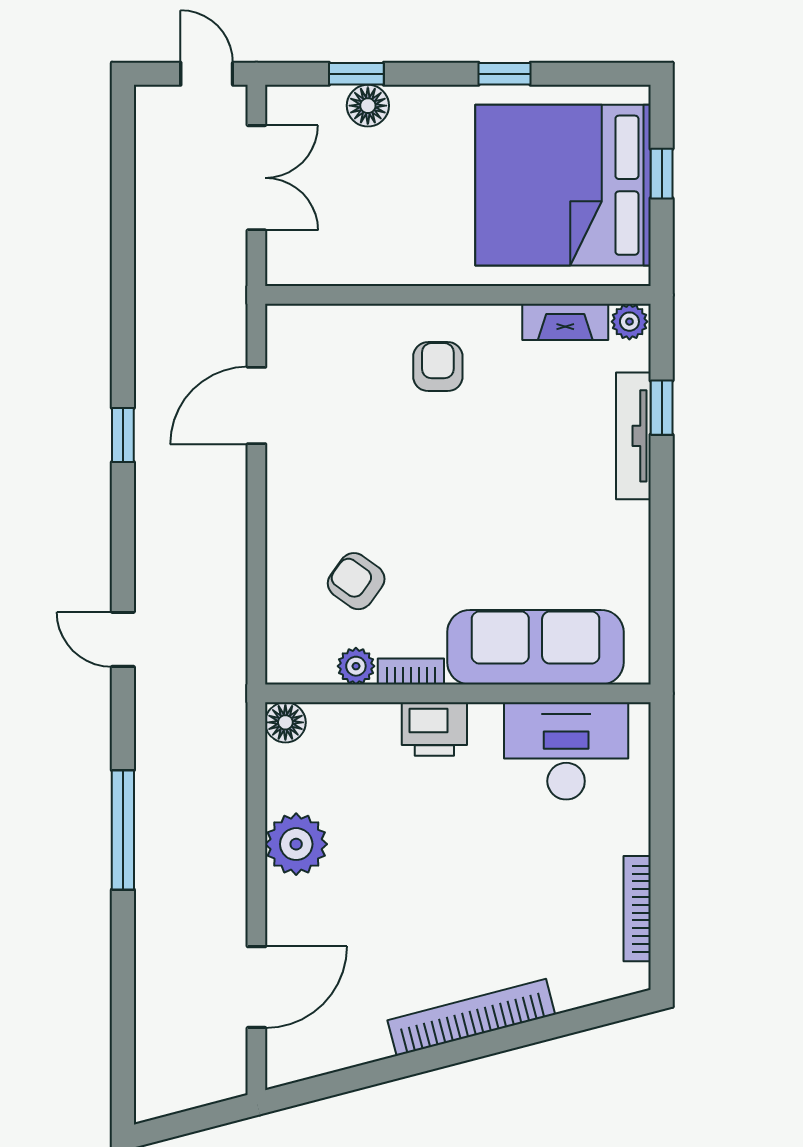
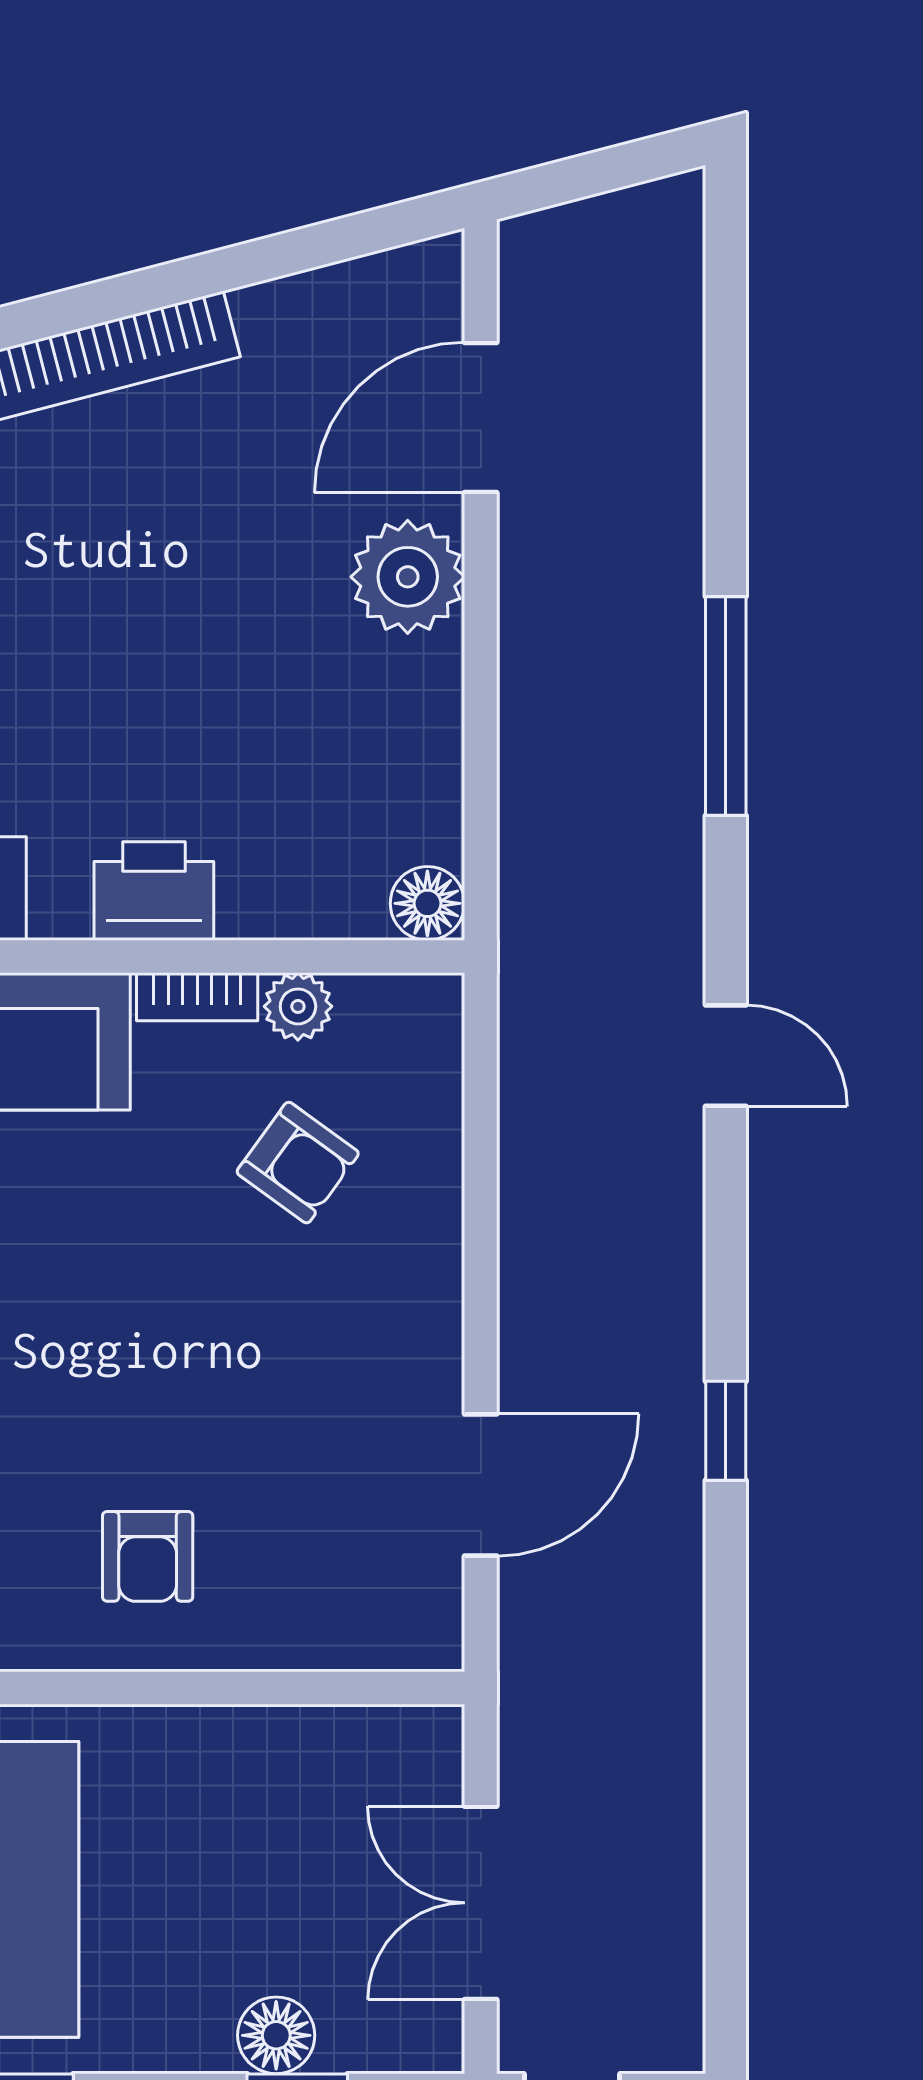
plant: (296, 844) -> (408, 577), moved

